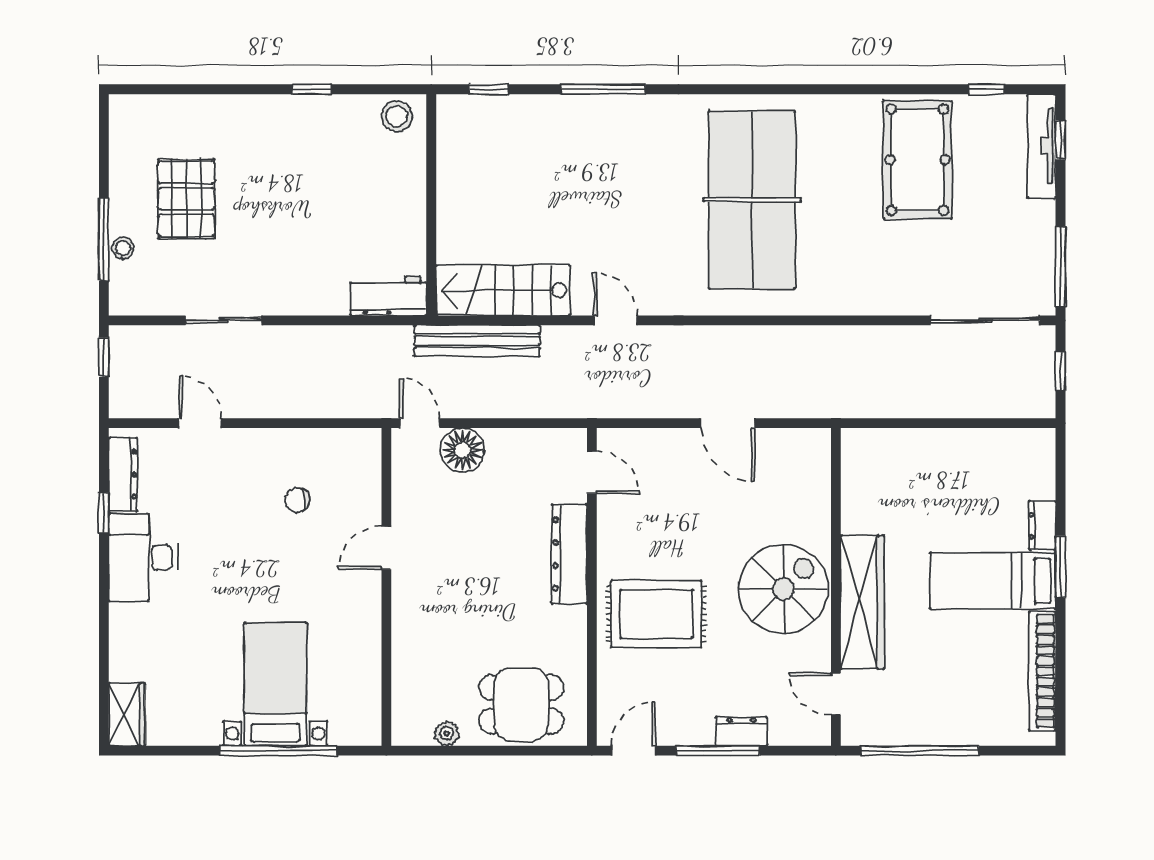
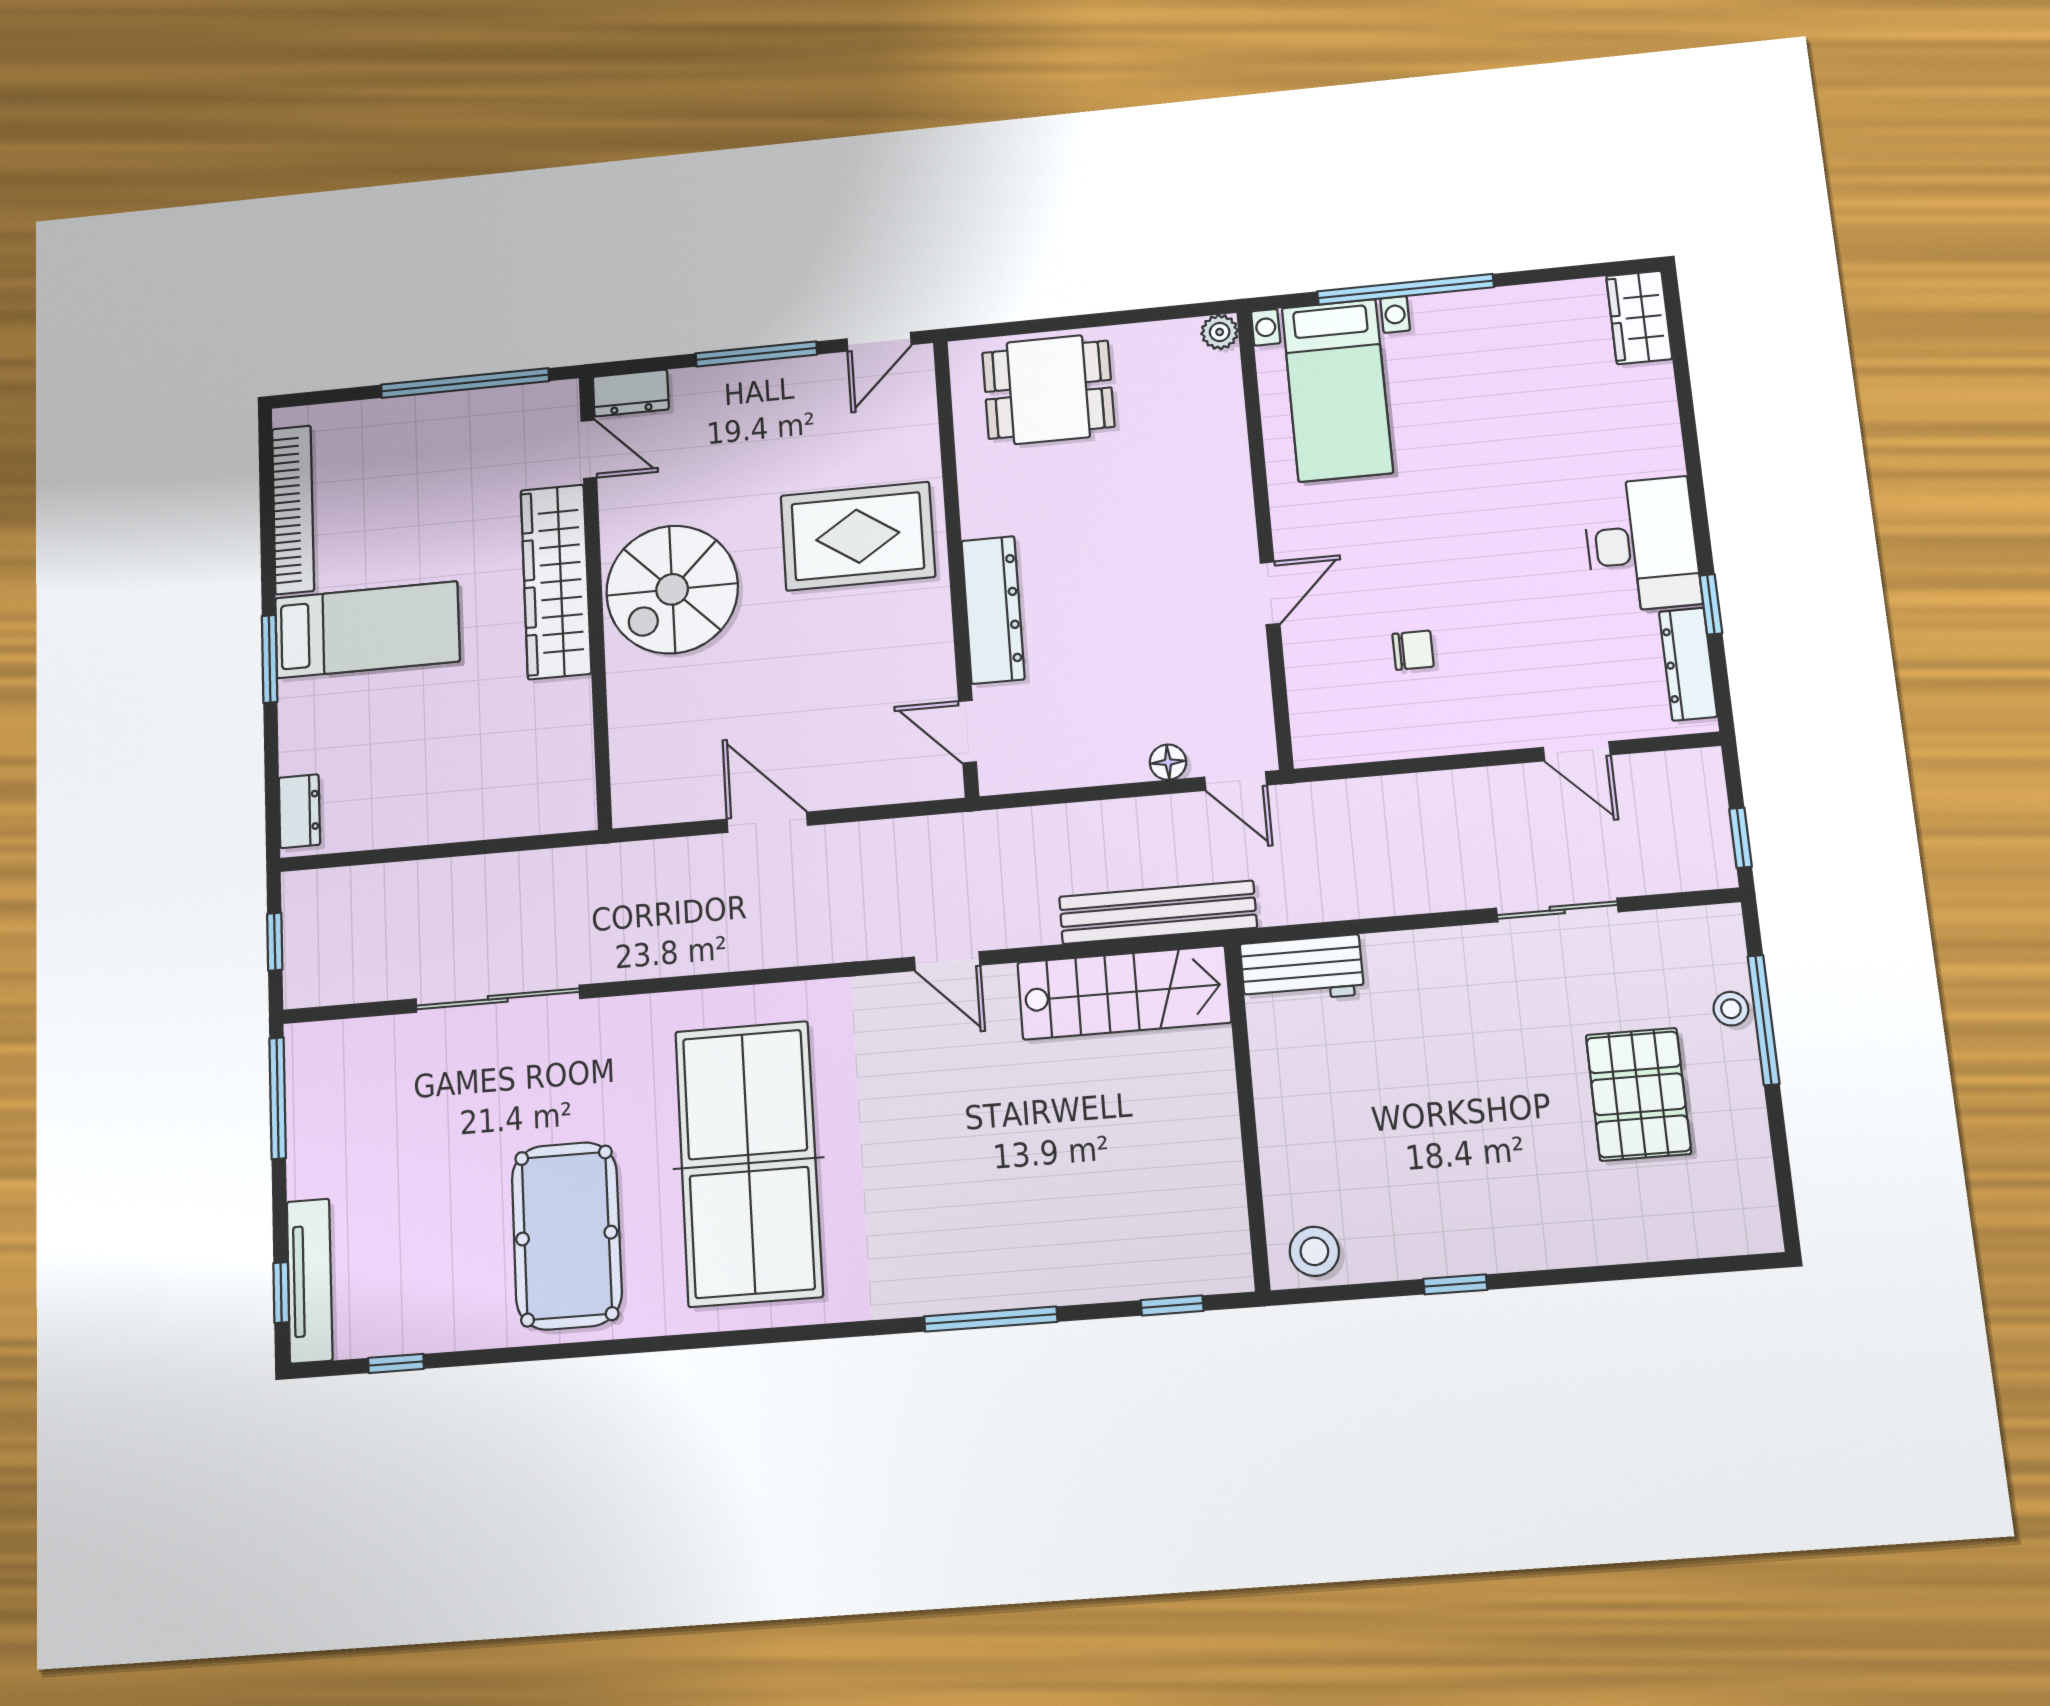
pool table: (917, 160) -> (567, 1236), moved
sliding door: (985, 320) -> (498, 999), moved
floor lamp: (462, 450) -> (1168, 762), width x0.53, depth x0.53
dresser: (1042, 526) -> (299, 811), moved
bed with nightstands: (275, 684) -> (1337, 390), moved
dresser: (741, 731) -> (631, 393), moved
plant: (447, 733) -> (1220, 332), moved

